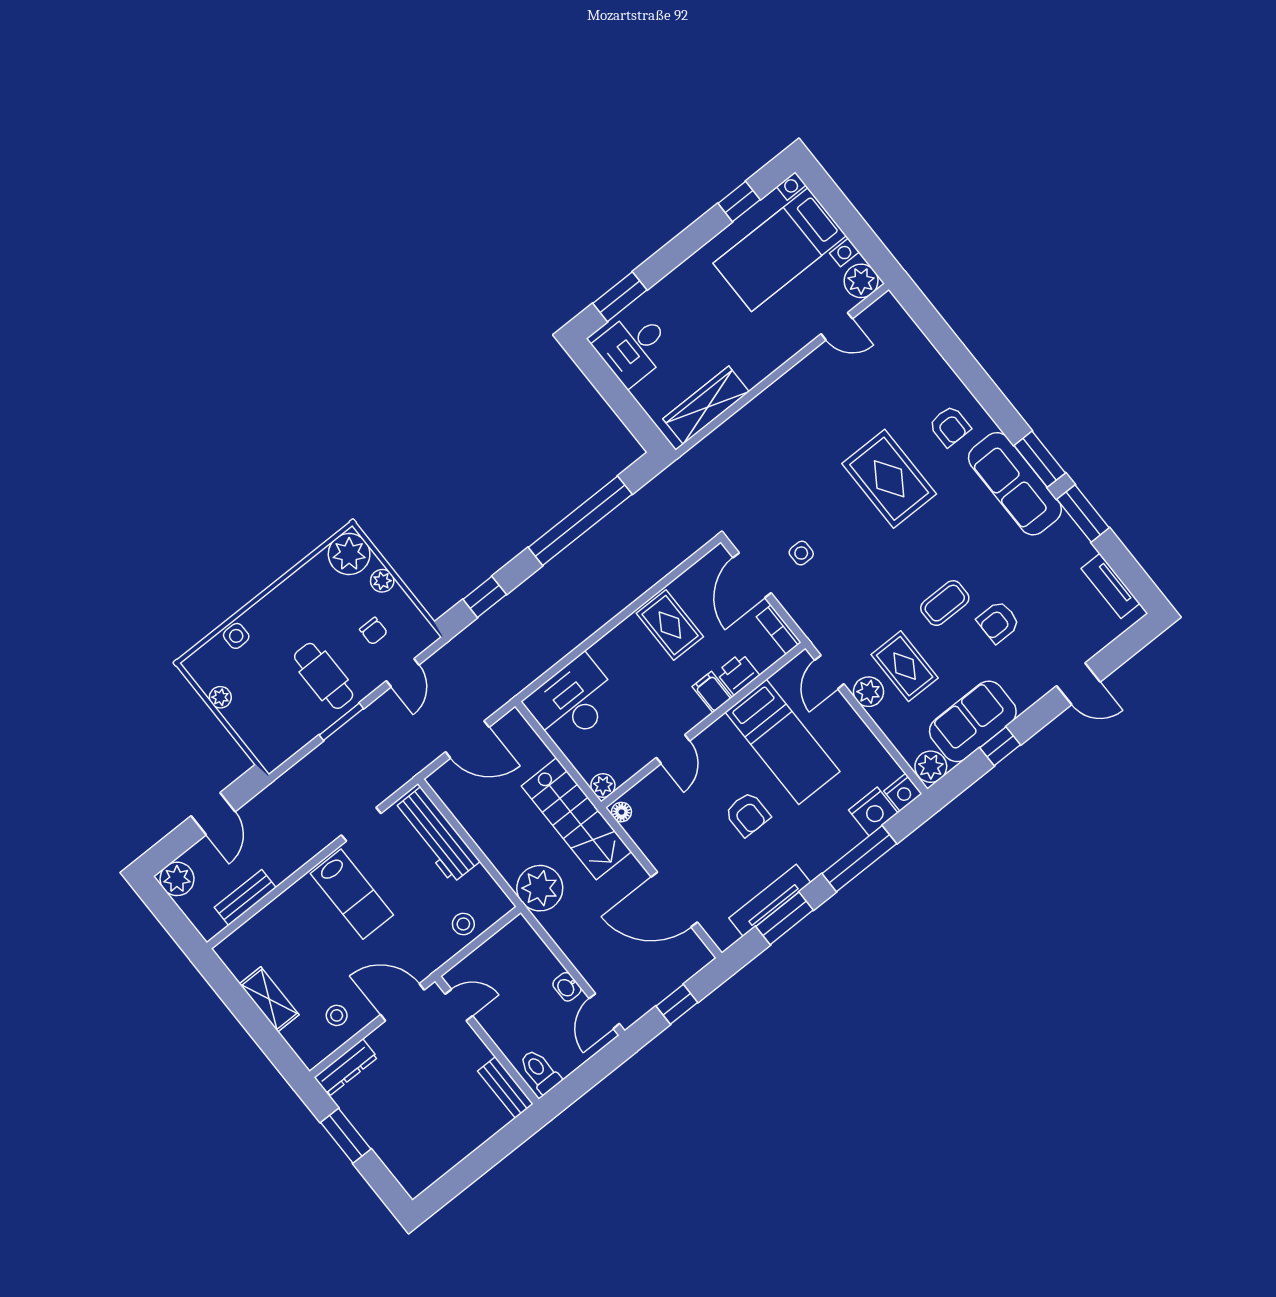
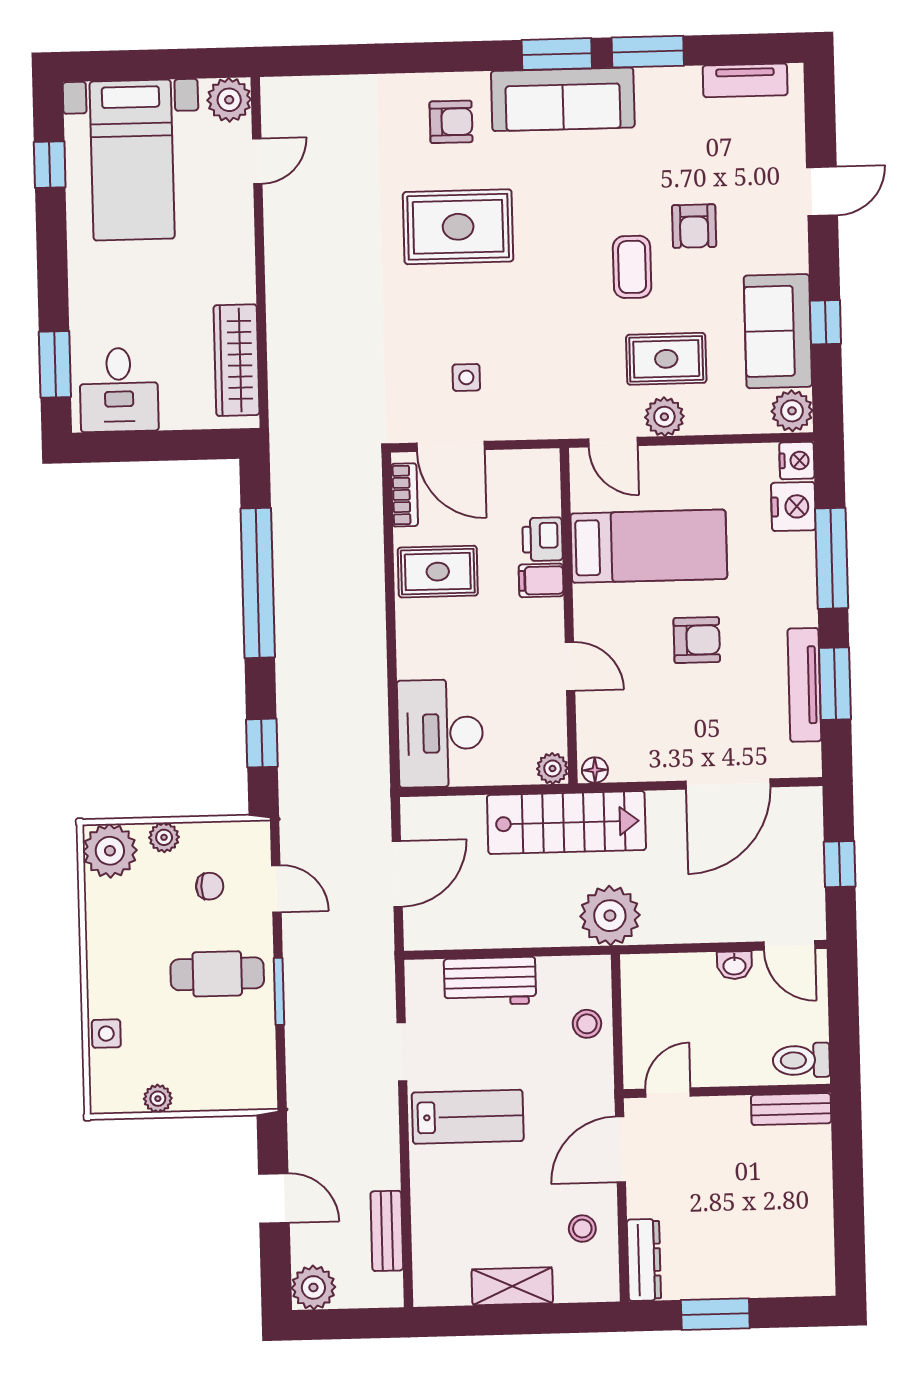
bookcase: (779, 630) -> (404, 495), moved, turned -90
workbench: (436, 835) -> (490, 981), width x0.73

